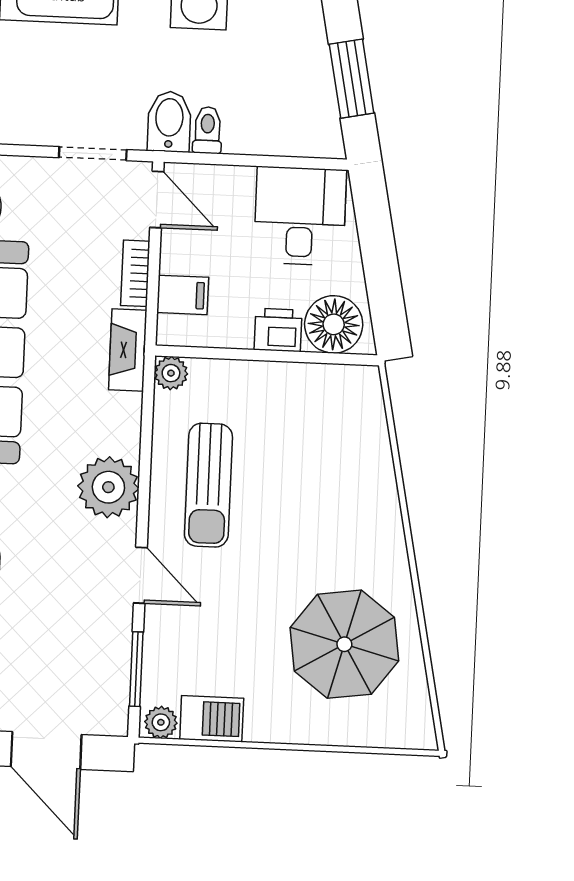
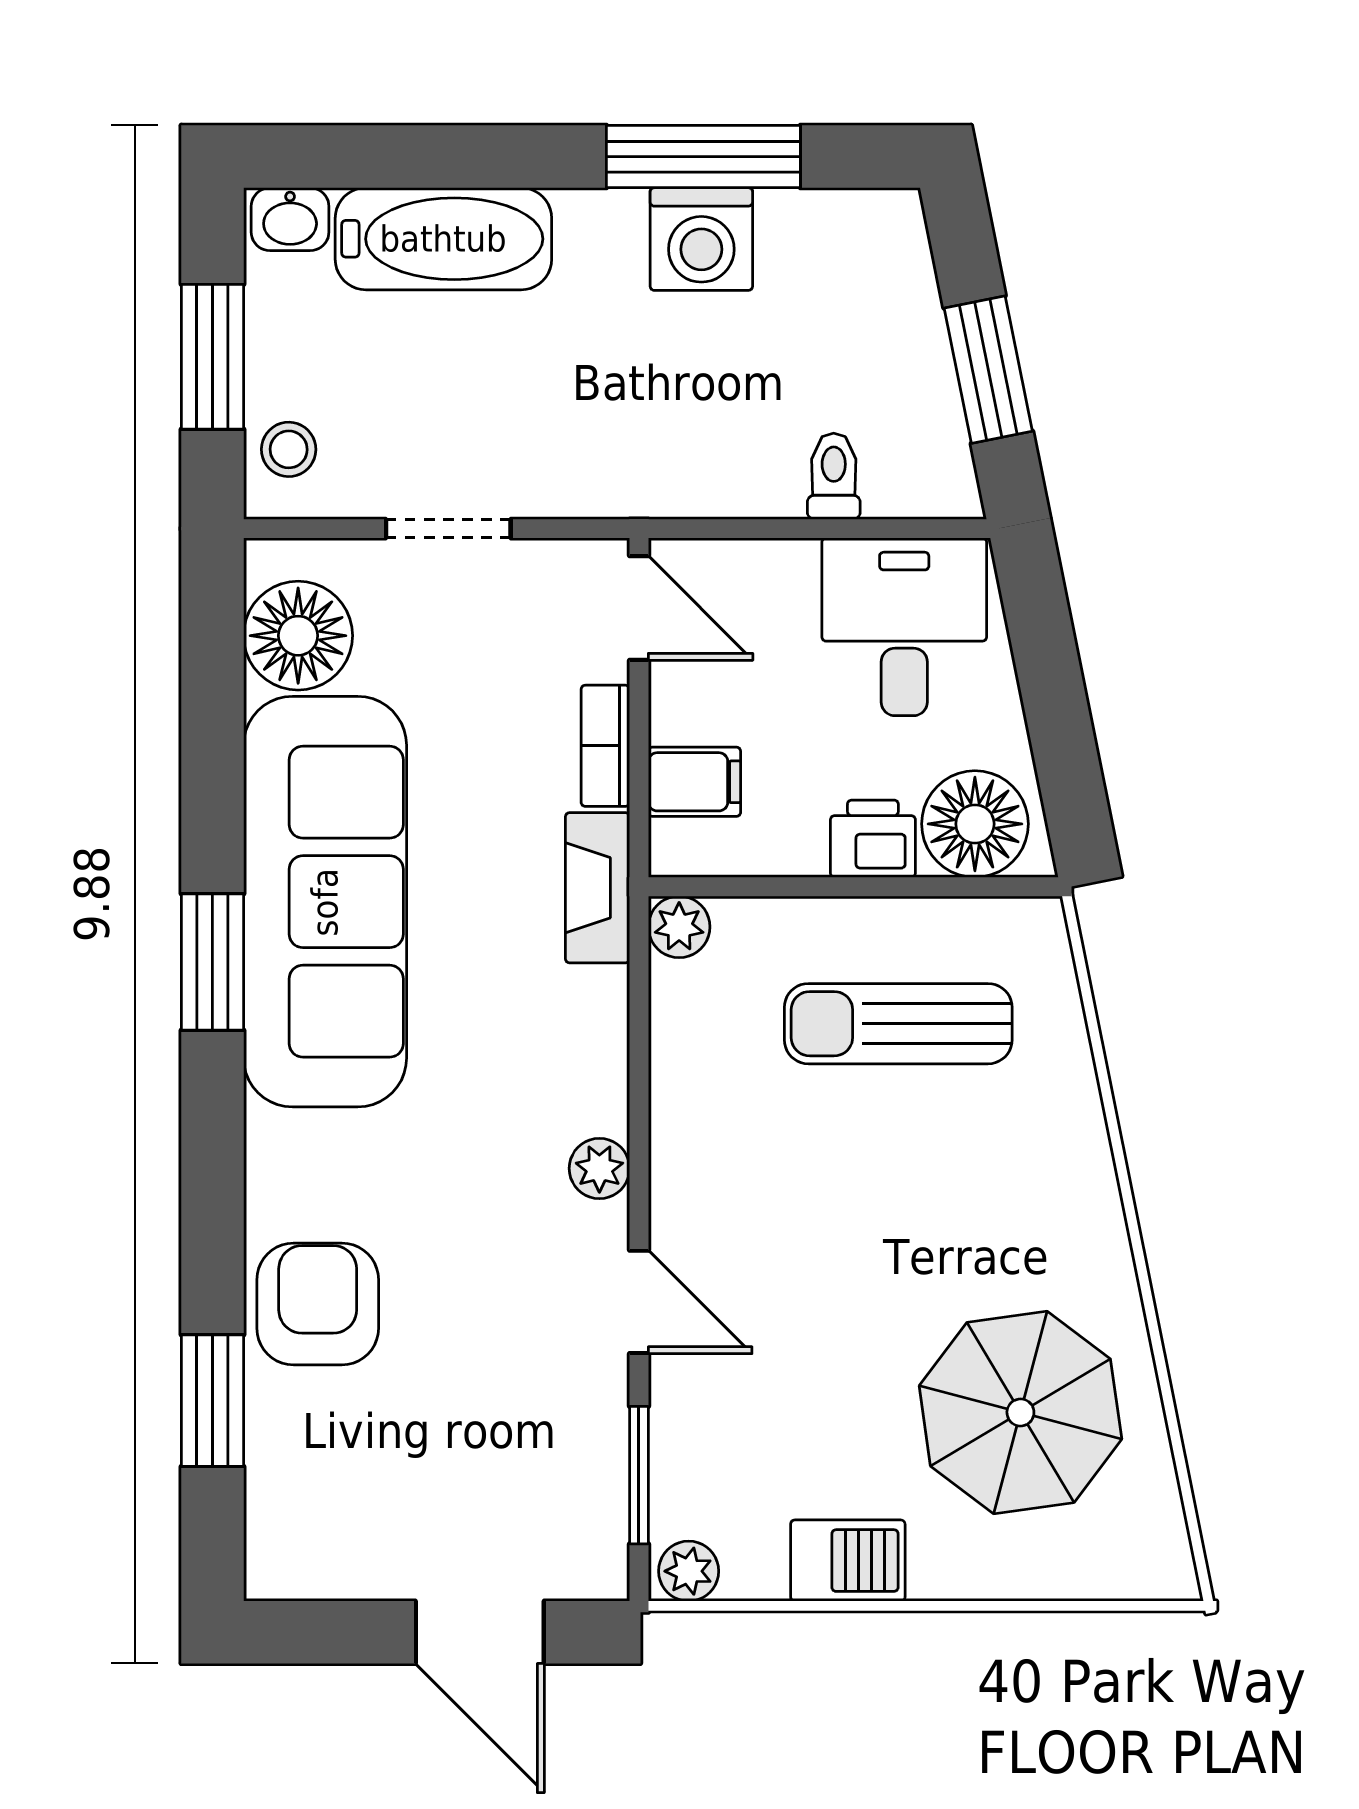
bidet: (169, 122) -> (656, 463), removed
toilet: (208, 130) -> (834, 476), moved
doorway: (93, 154) -> (448, 529), moved
sun lounger: (208, 485) -> (898, 1024), moved, turned 90
plant: (108, 487) -> (599, 1168), width x0.53, depth x0.53
barbecue: (212, 719) -> (848, 1561), moved

